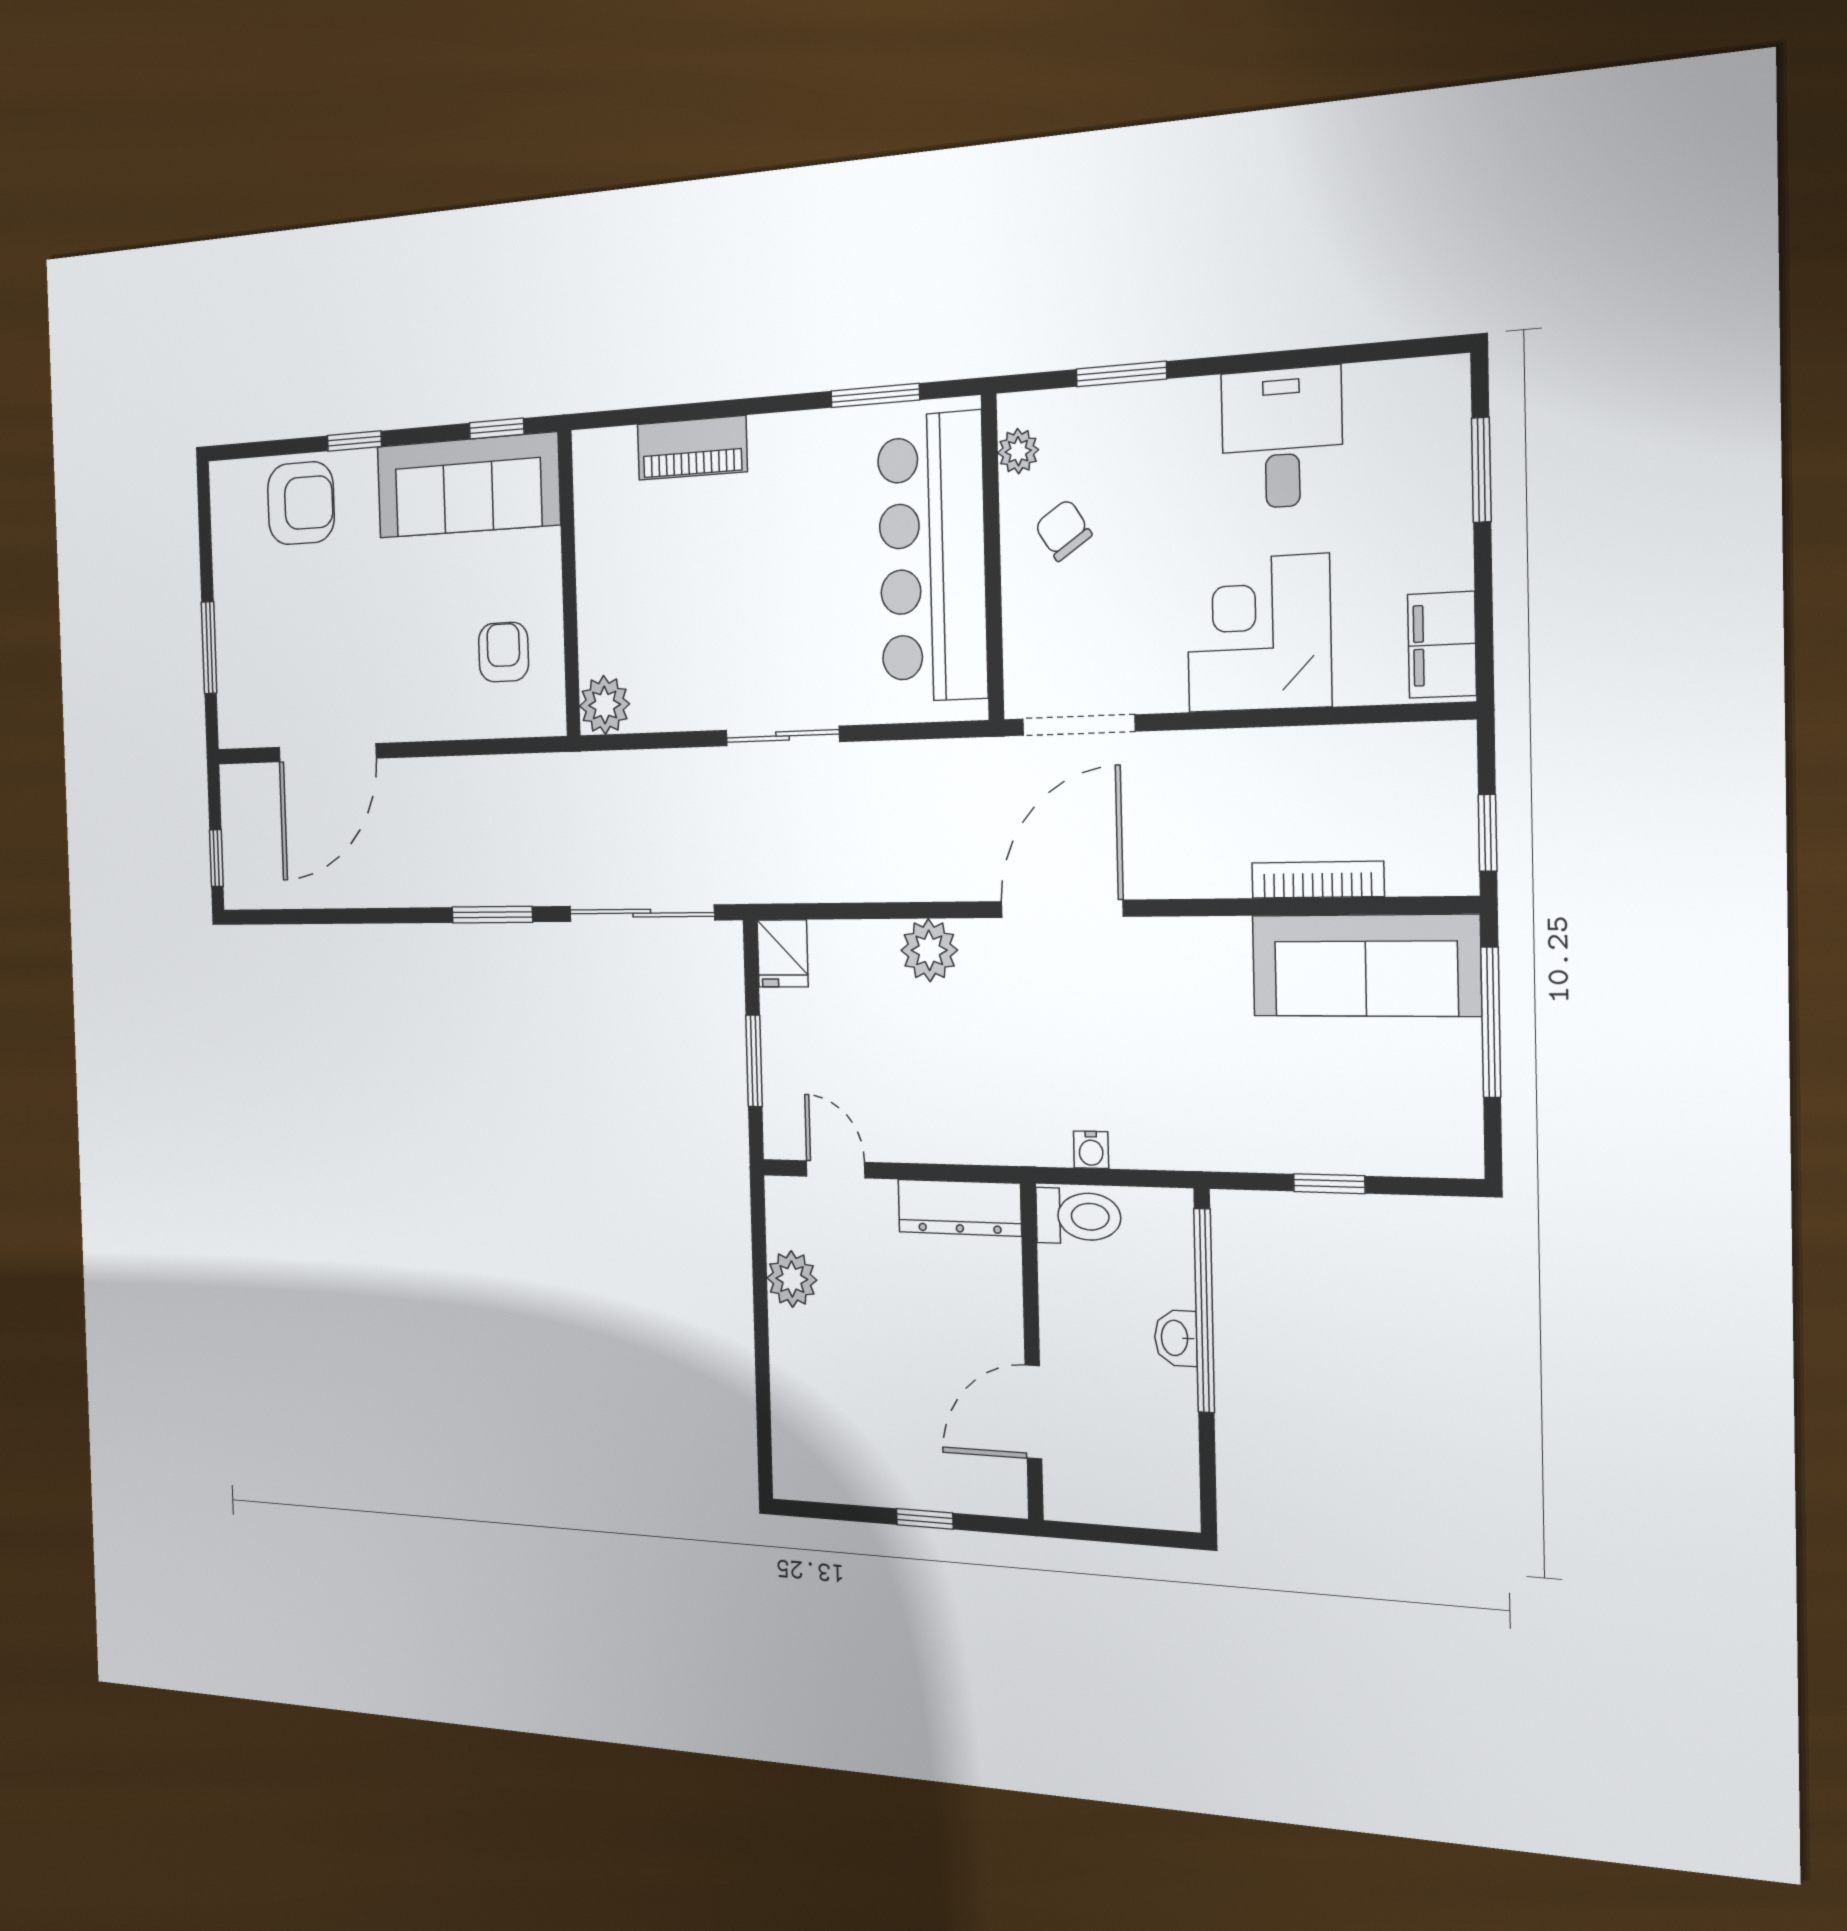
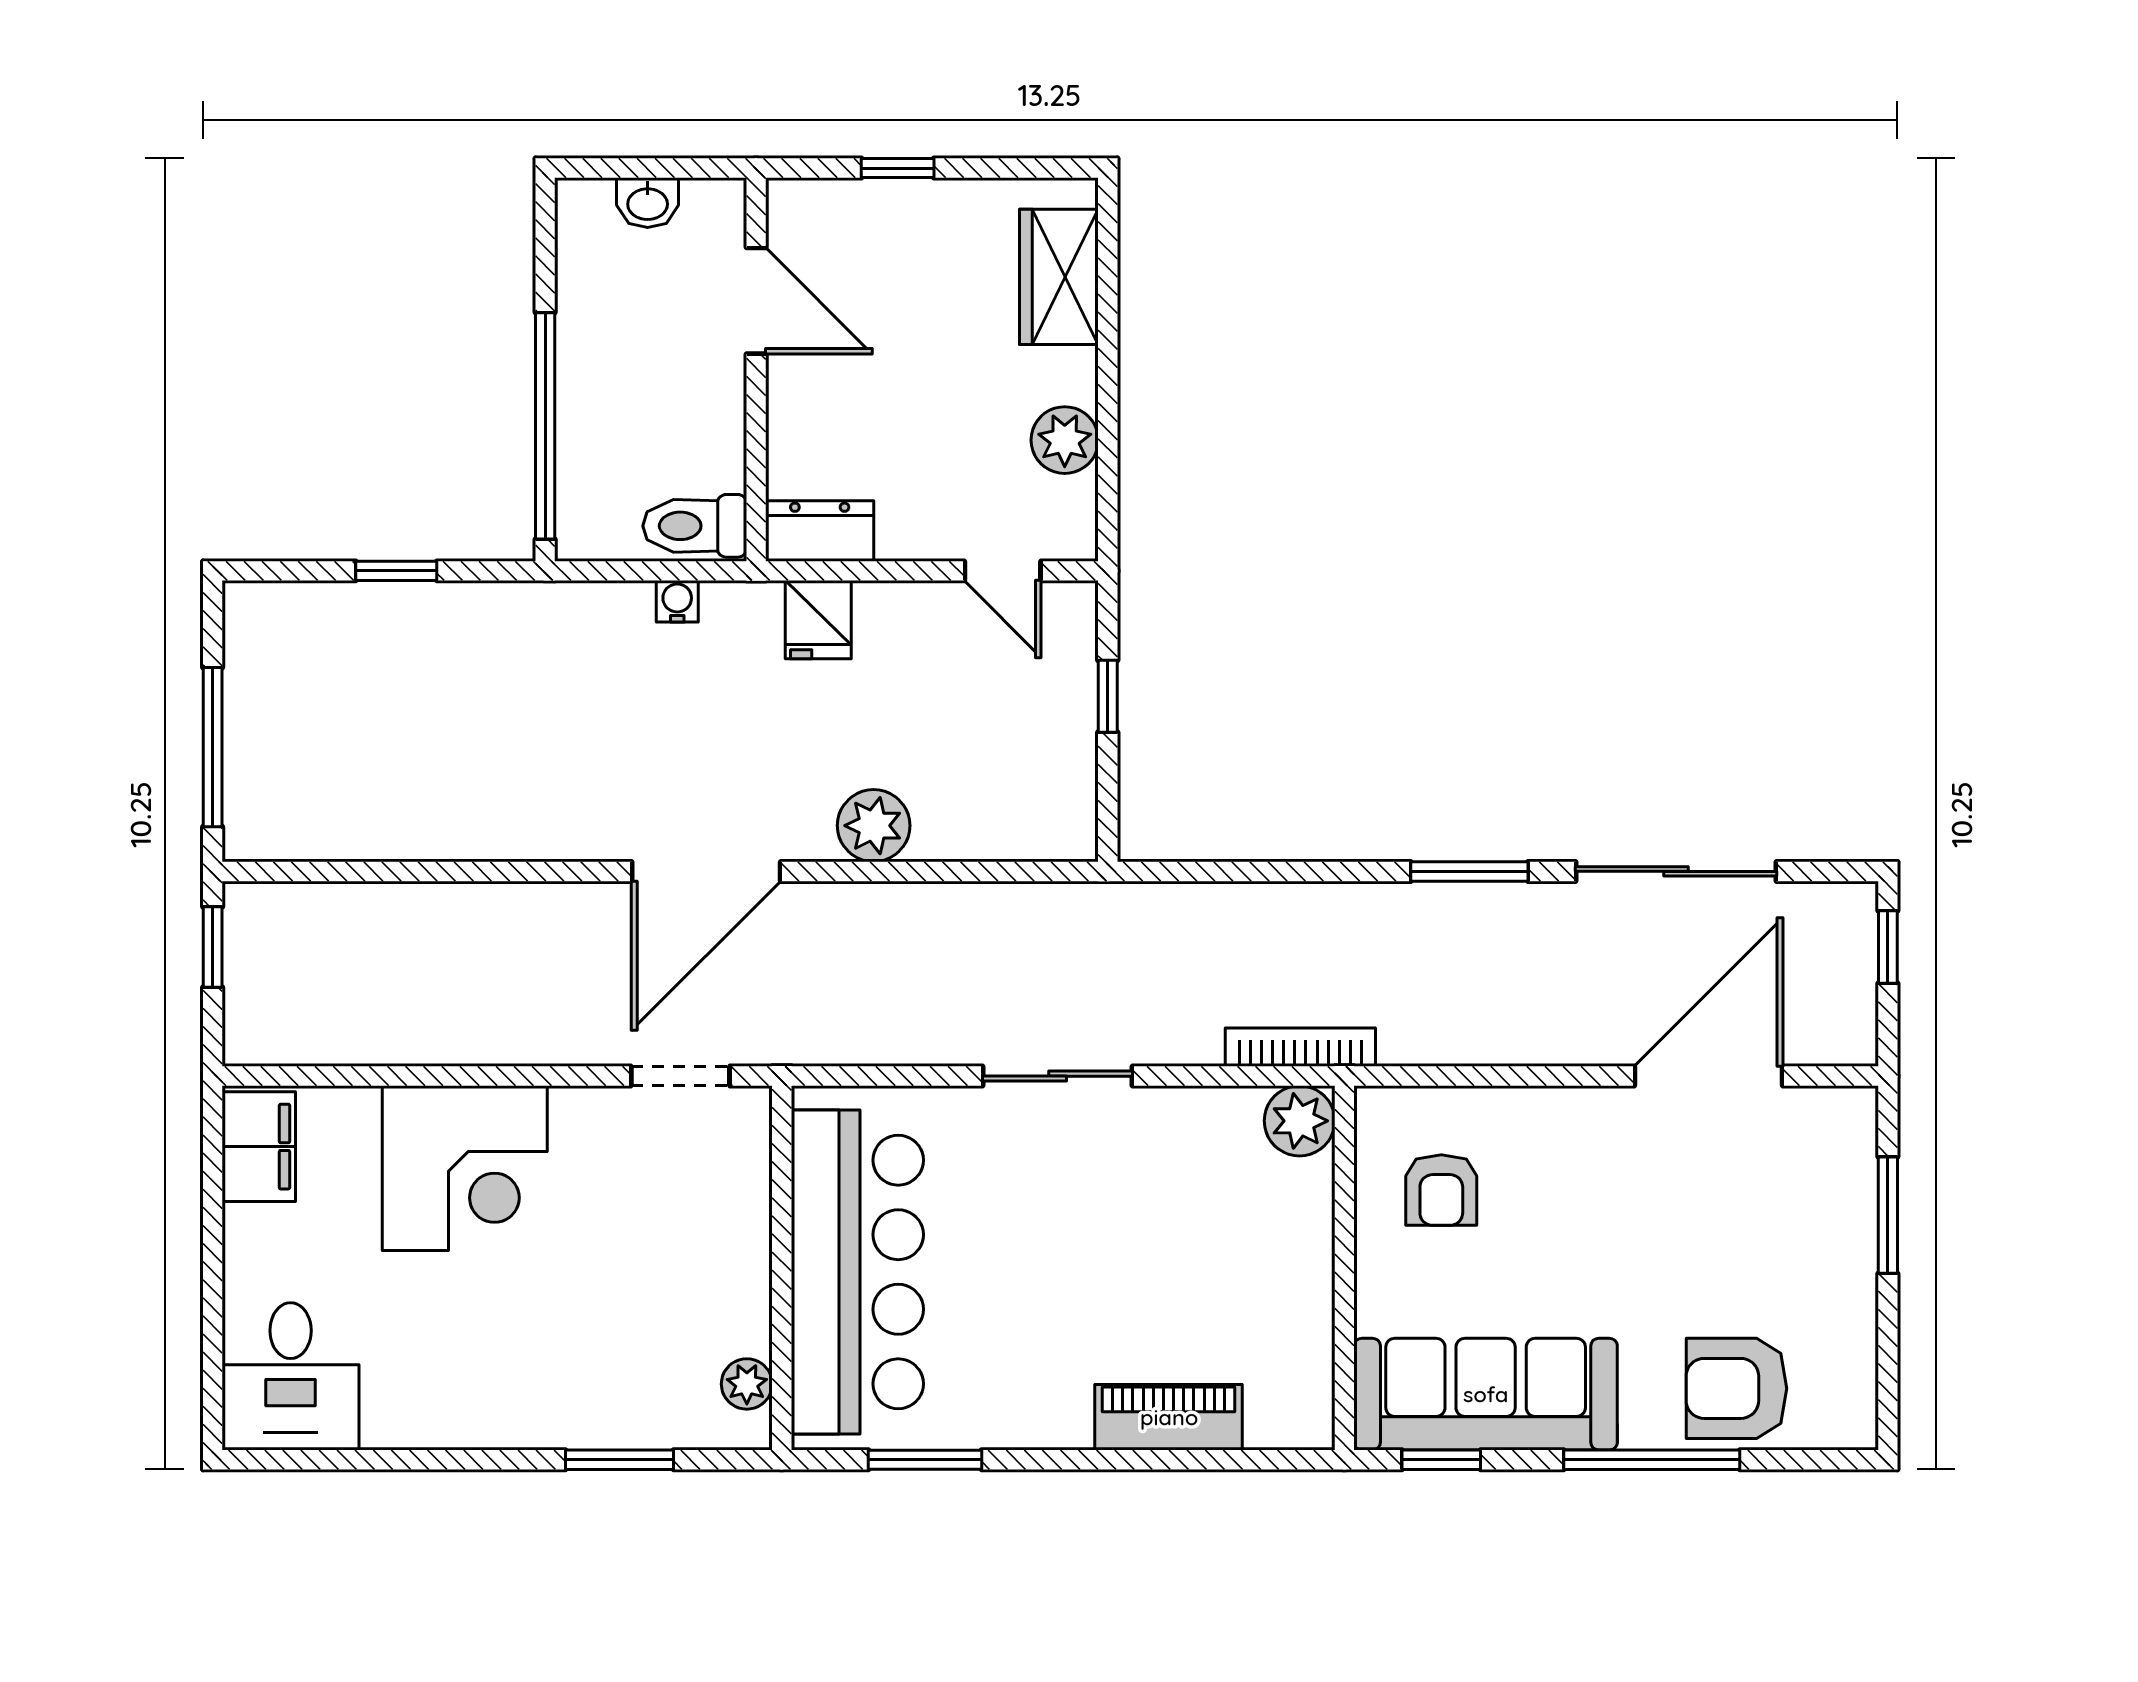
desk: (1282, 438) -> (291, 1376), moved
window: (354, 441) -> (1652, 1460), width x2.17
window: (1481, 470) -> (213, 1327), removed
chair: (1063, 530) -> (694, 1293), removed
doorway: (1079, 725) -> (680, 1076), width x0.73
bookcase: (1318, 880) -> (1300, 1047), moved, turned 180
sliding door: (642, 913) -> (1676, 871), moved
fridge: (783, 953) -> (818, 620), moved, turned 180
sofa: (1366, 966) -> (350, 807), removed
window: (754, 1061) -> (1108, 696), width x0.67
dresser: (959, 1208) -> (820, 531), width x0.70
washbasin: (1176, 1338) -> (648, 203), moved, turned 90
door: (1033, 1412) -> (756, 301), hinge flipped
wardrobe: (800, 1417) -> (1059, 277), added

